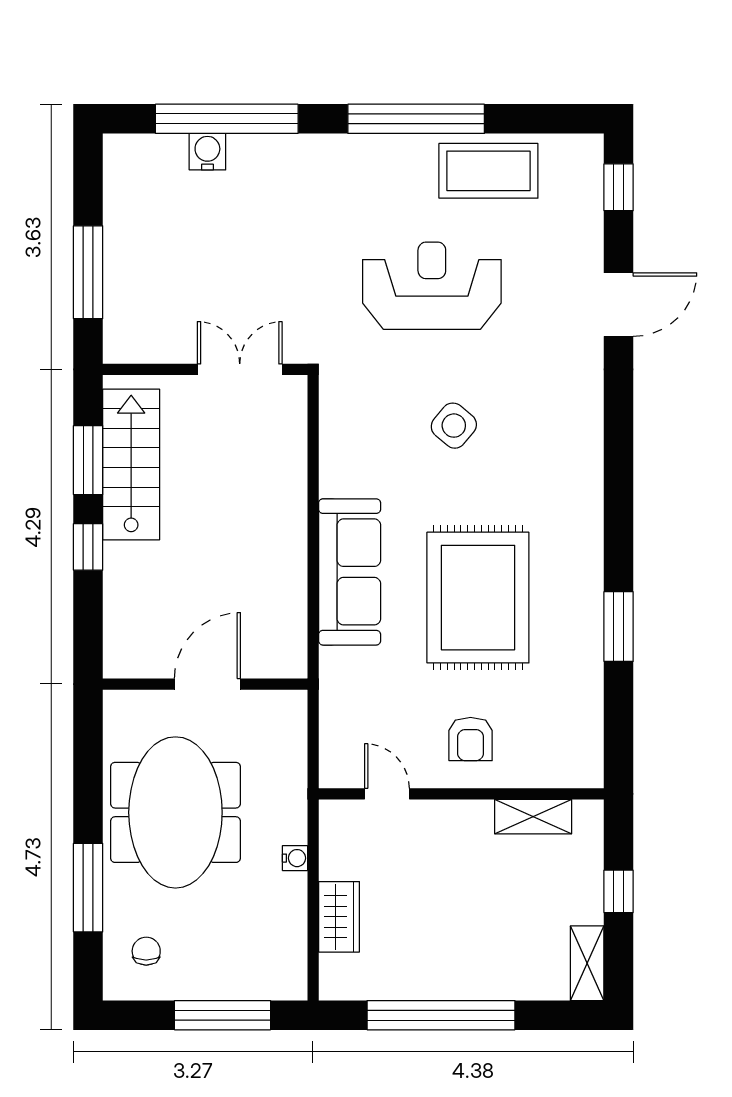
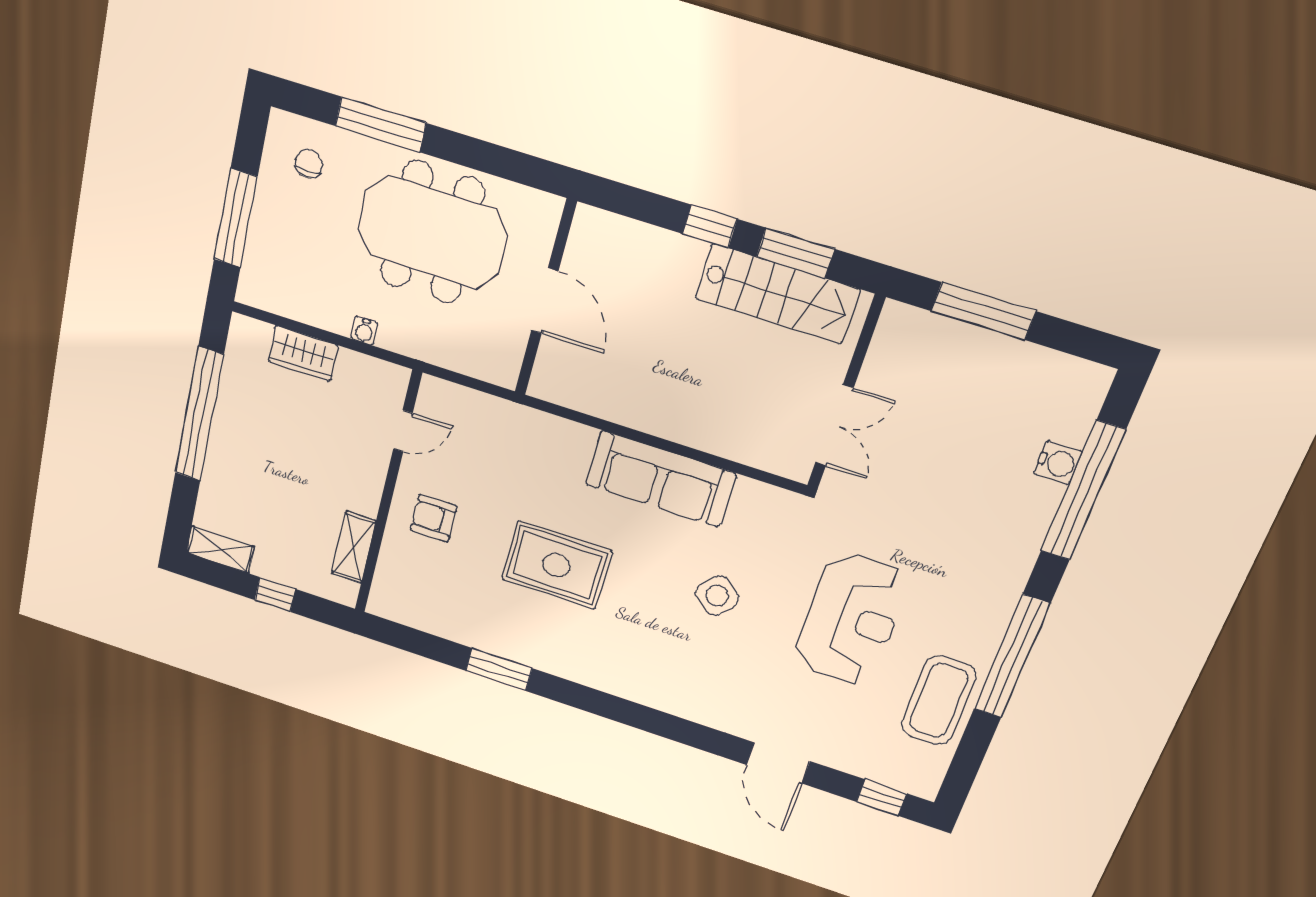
sofa: (350, 572) -> (660, 479), moved
rug: (478, 598) -> (557, 565), width x0.73, depth x0.69
chair: (146, 951) -> (309, 164), turned -90

